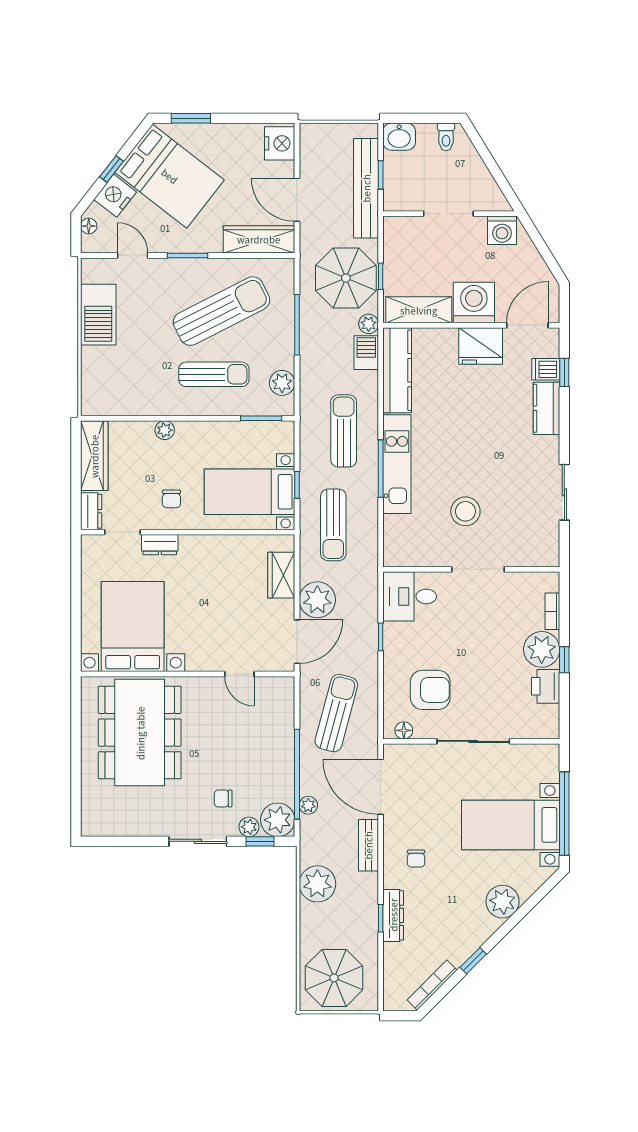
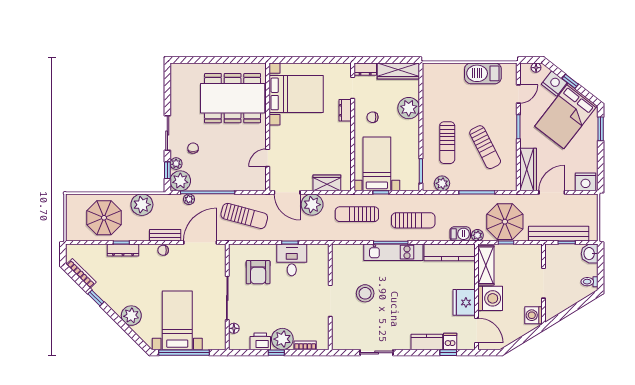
sun lounger: (221, 311) -> (485, 147), width x0.73, depth x0.75
plant: (165, 430) -> (409, 108), width x1.87, depth x1.87
desk: (410, 596) -> (292, 260), moved
floor lamp: (404, 730) -> (234, 328), moved
chair: (416, 859) -> (163, 250), moved
parasol: (334, 978) -> (104, 218), moved

